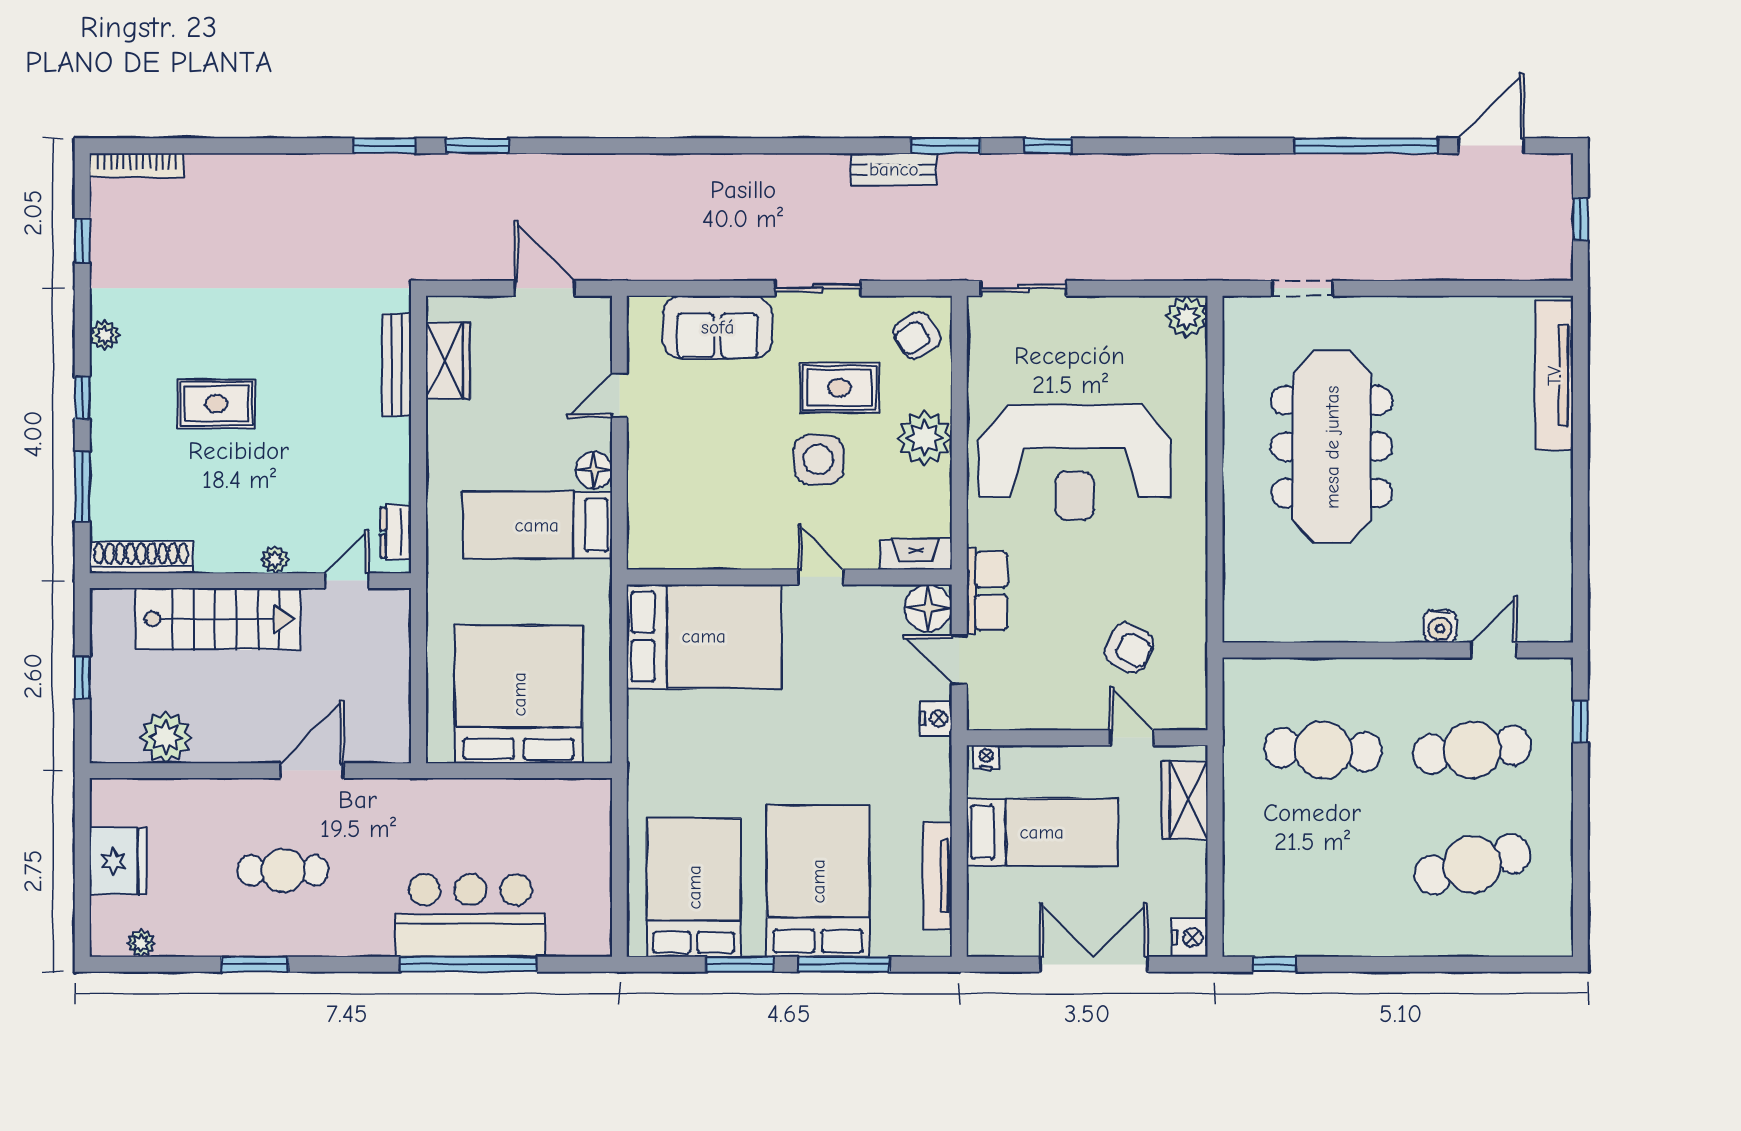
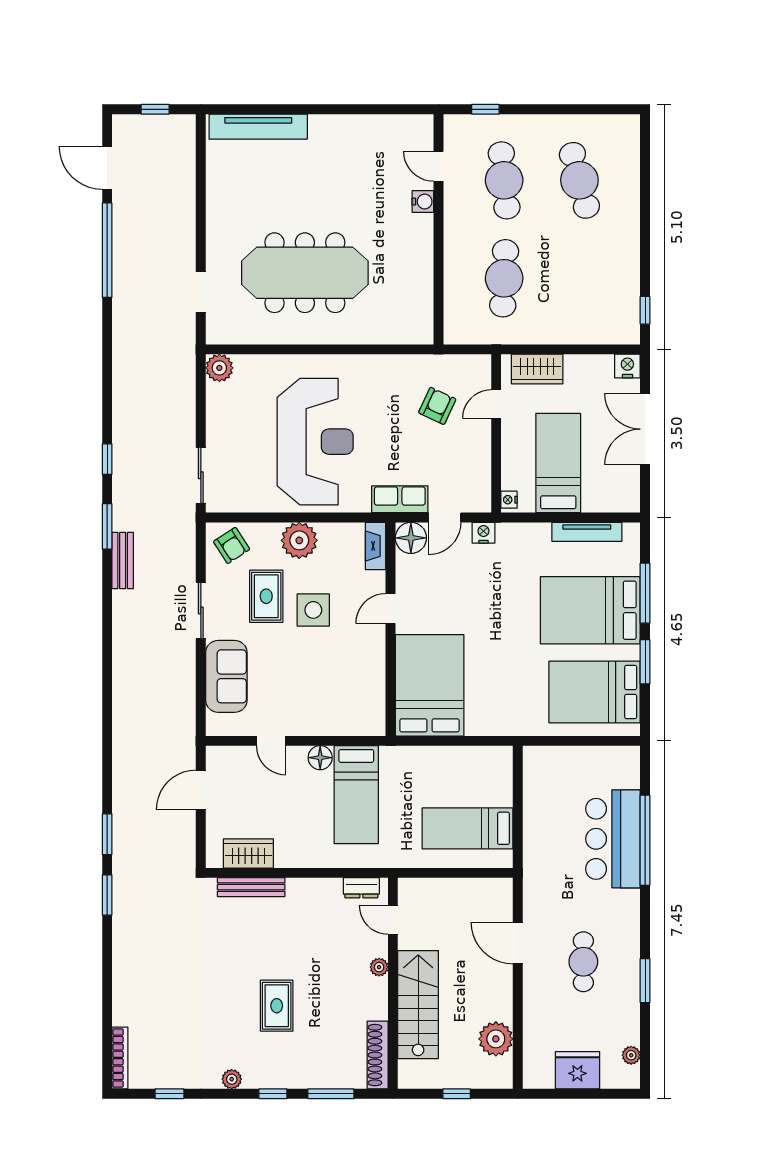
bed: (519, 694) -> (468, 828), width x0.49

